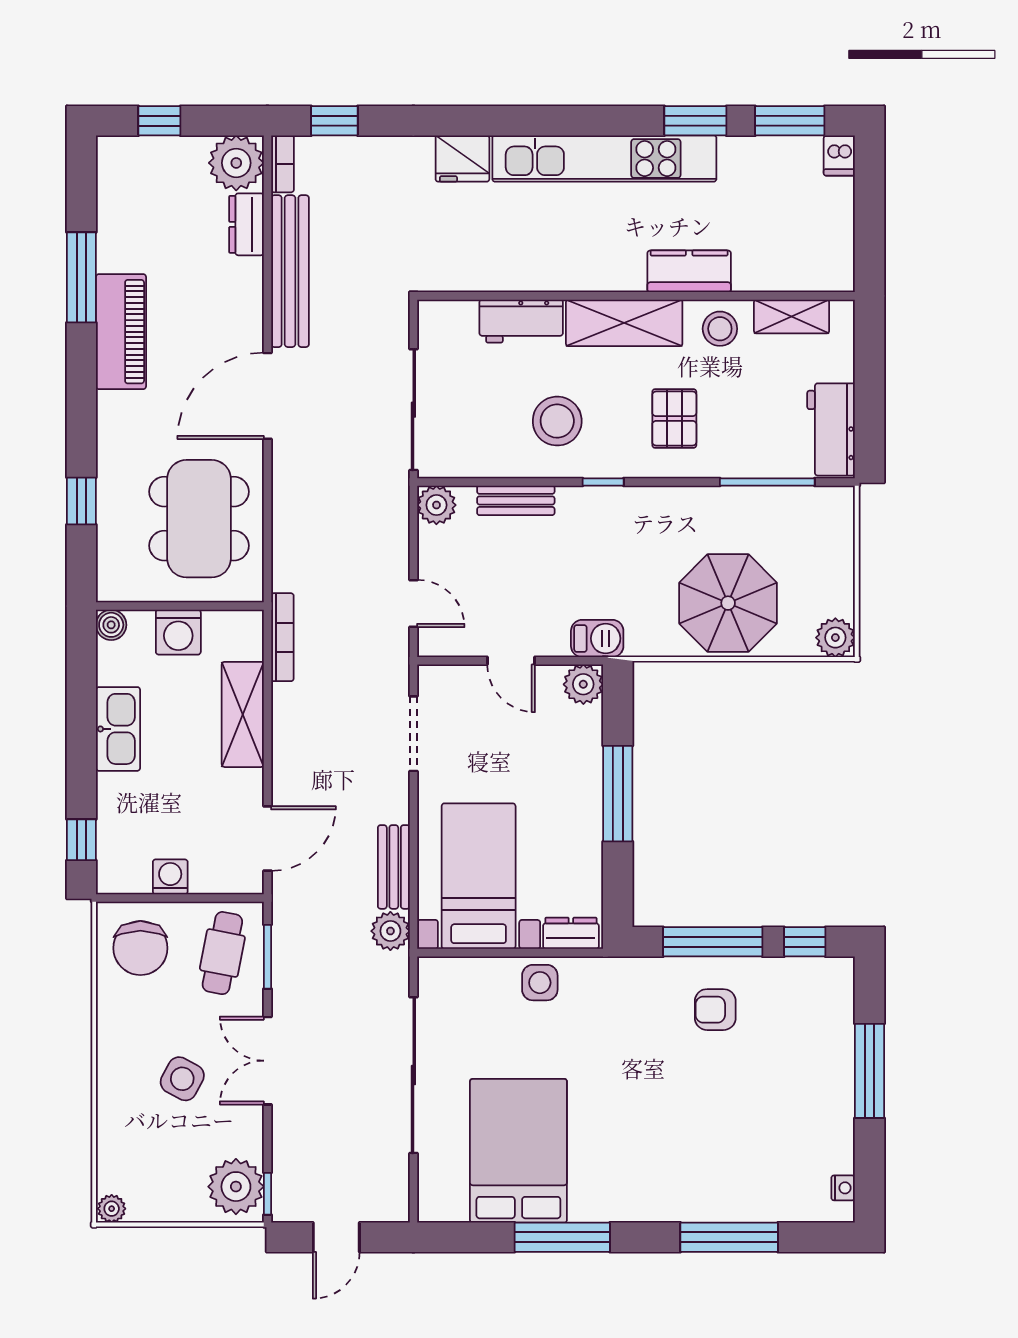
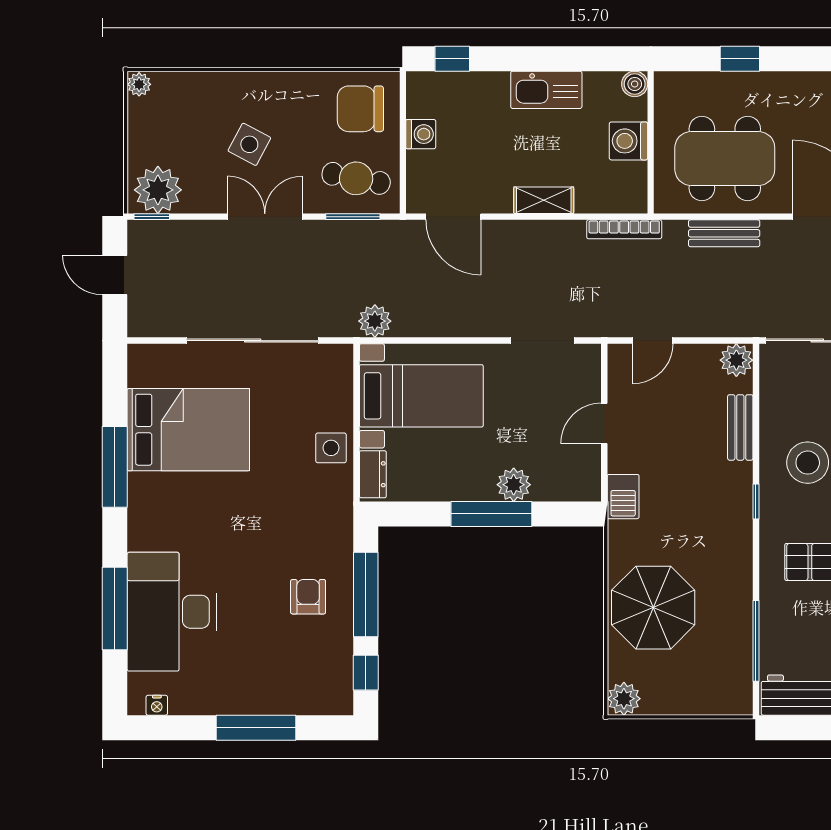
plant: (583, 684) -> (514, 485), moved
shelving: (243, 714) -> (544, 200), width x0.67, depth x0.75
bench: (394, 867) -> (724, 233), moved
desk: (733, 1170) -> (172, 612), added

